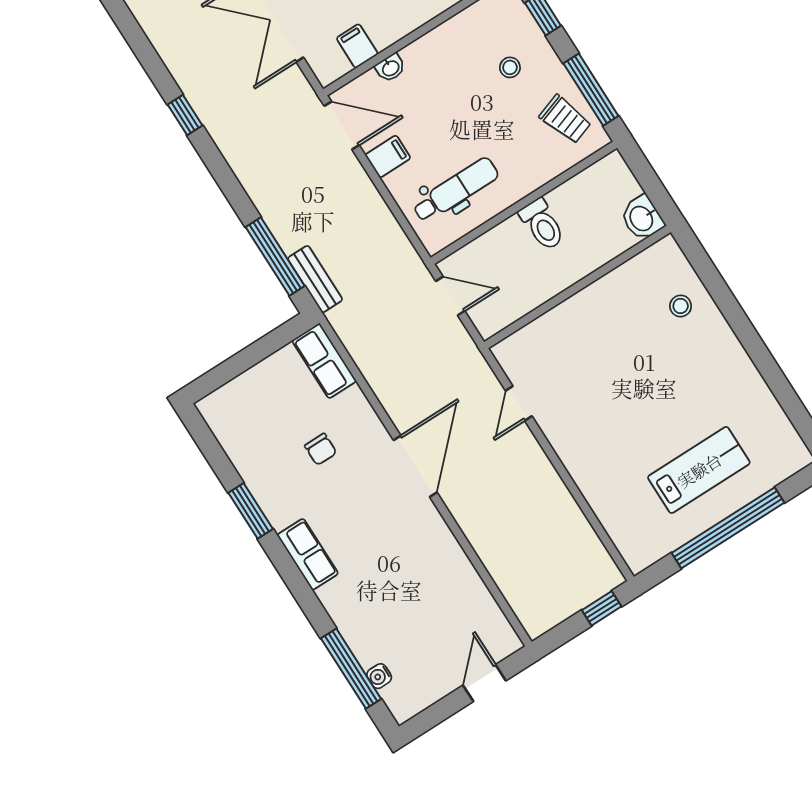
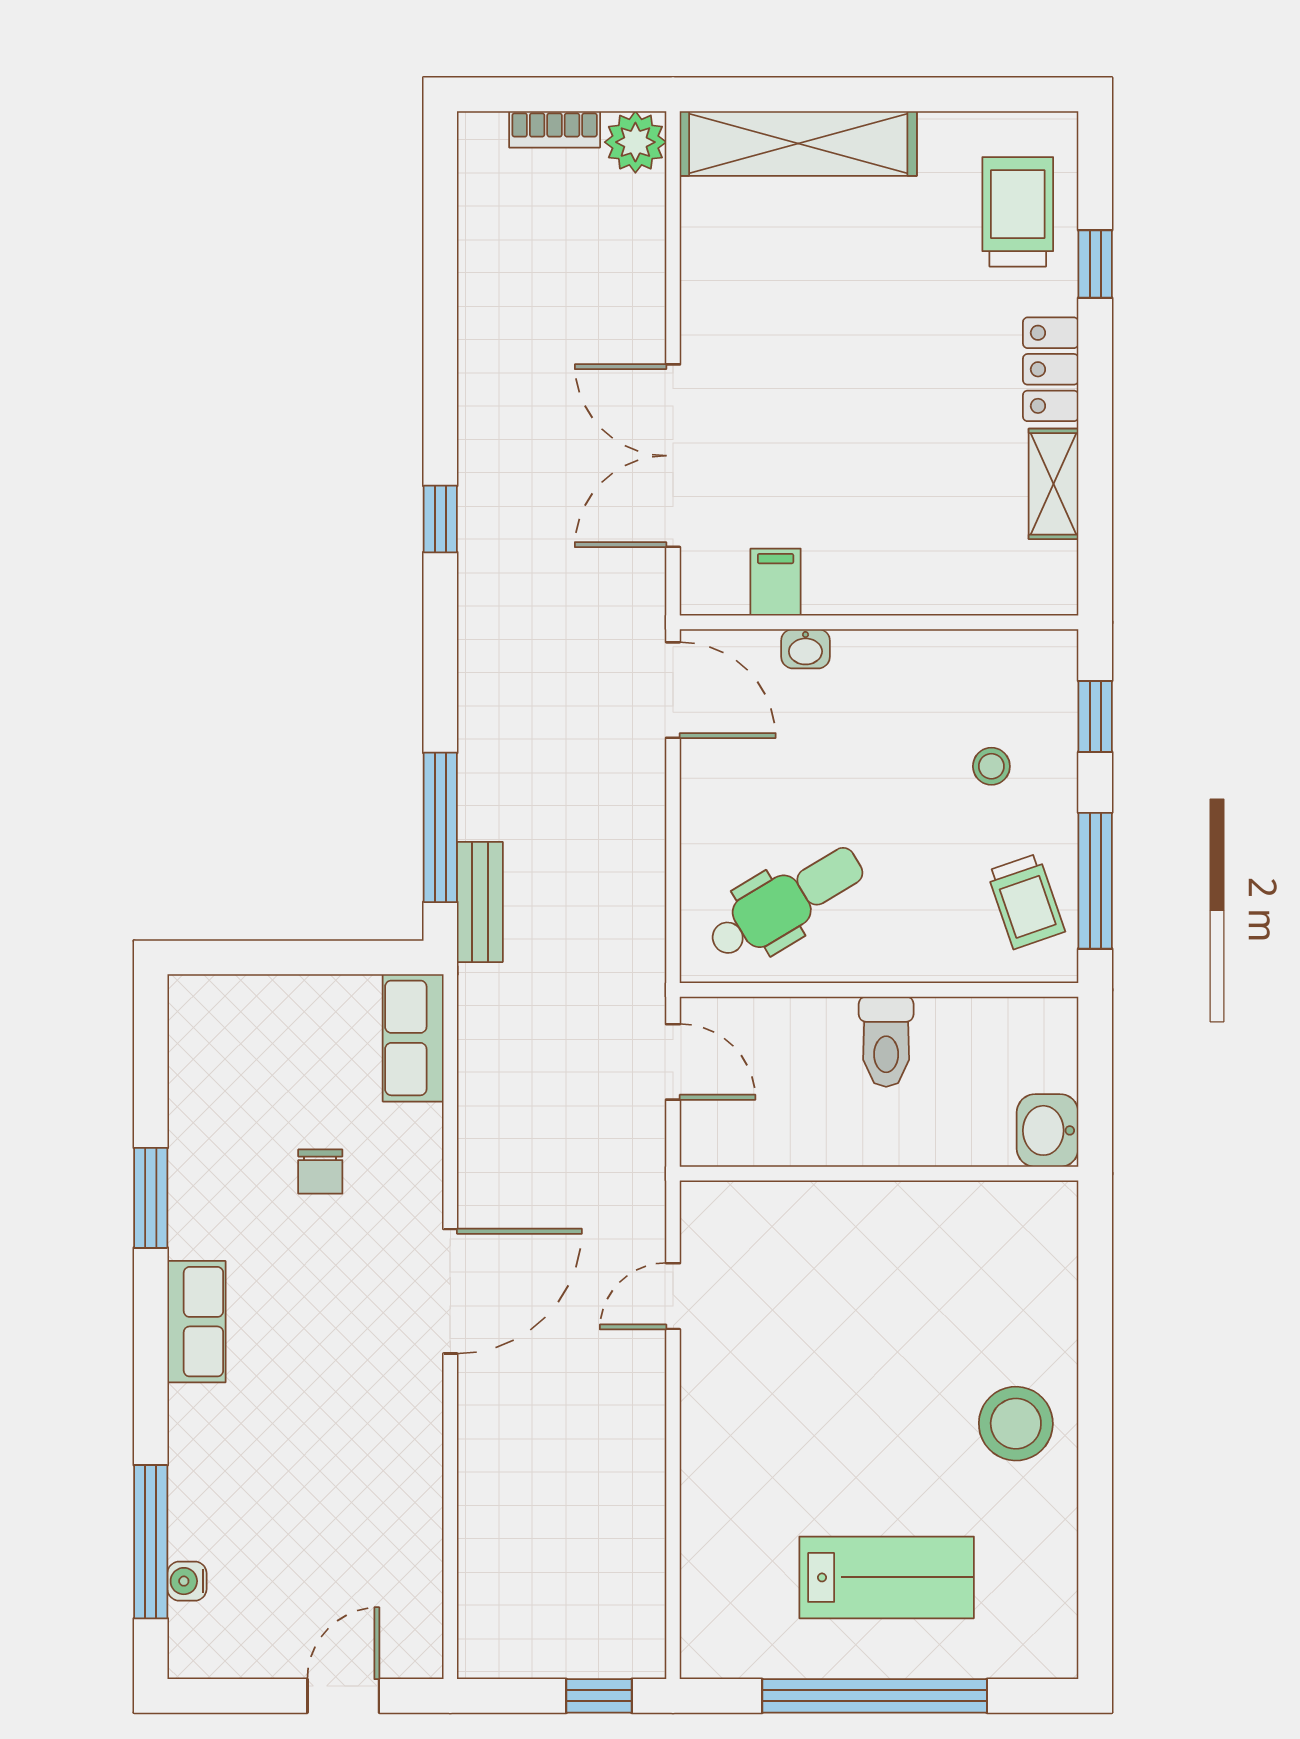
filing cabinet: (388, 156) -> (714, 784), removed
dental chair: (456, 190) -> (786, 903), turned -31
stool: (681, 306) -> (1016, 1424), moved, width x1.89, depth x1.89

